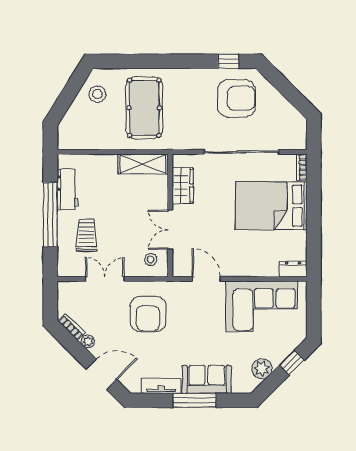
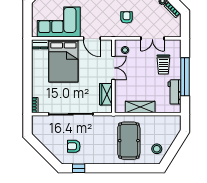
armchair: (236, 98) -> (74, 146), width x0.53, depth x0.53
shelving: (143, 164) -> (140, 107), moved
bed: (271, 206) -> (63, 61), moved, turned 90
armchair: (148, 314) -> (127, 17), width x0.53, depth x0.53

